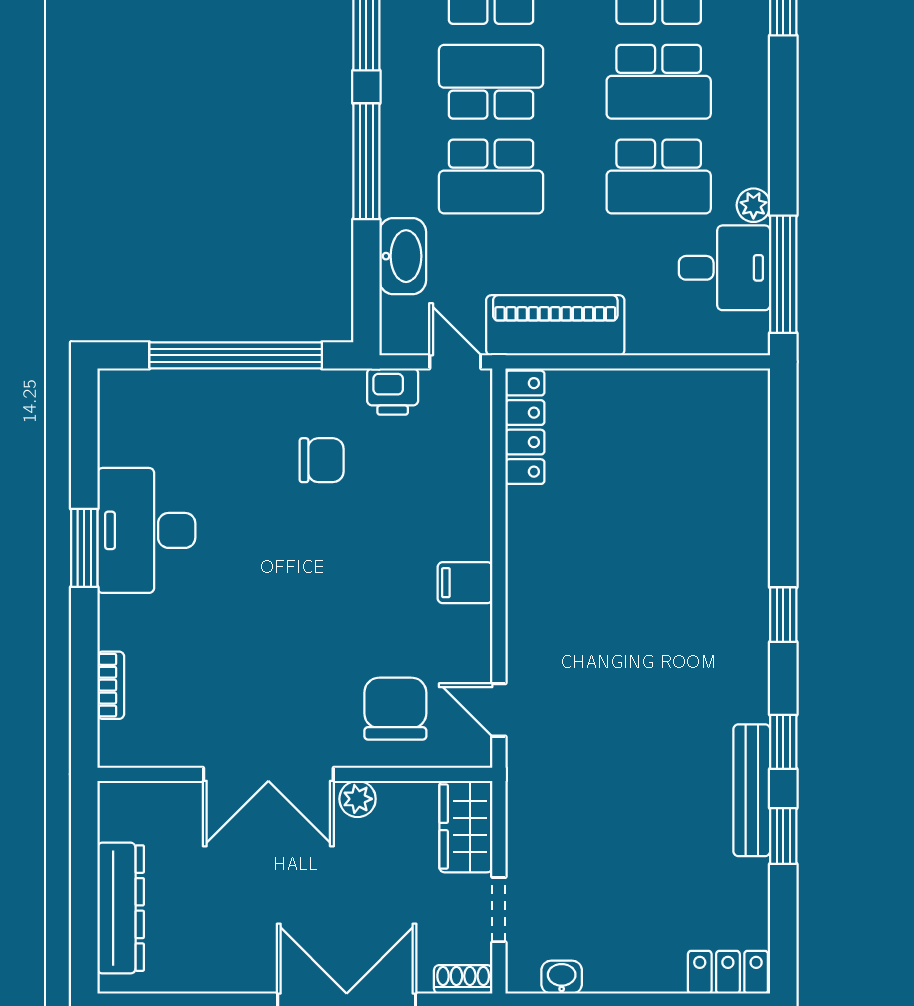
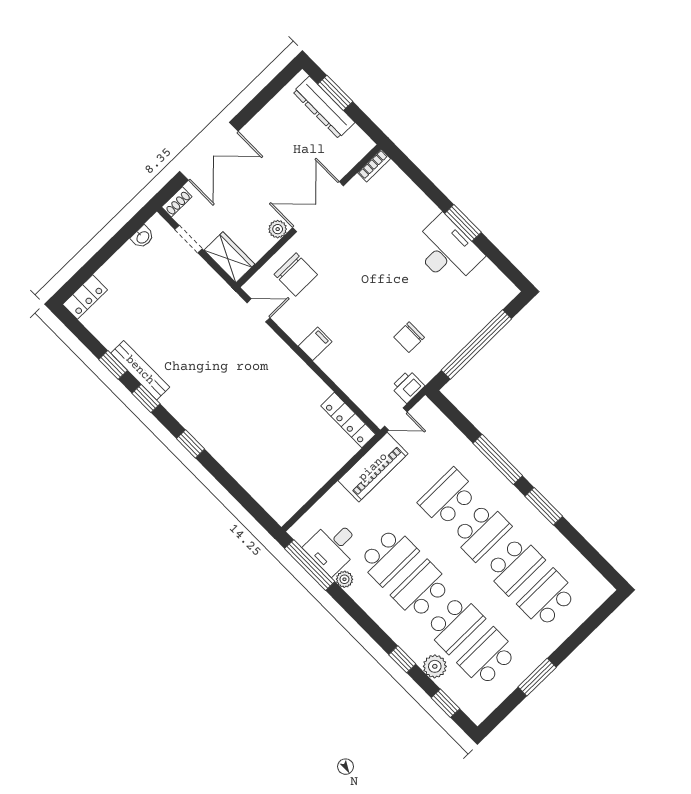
school desk: (659, 177) -> (388, 556), turned 180
washbasin: (403, 256) -> (452, 438), removed
bookcase: (111, 685) -> (374, 166), moved, turned -90
window: (84, 913) -> (335, 93), added

